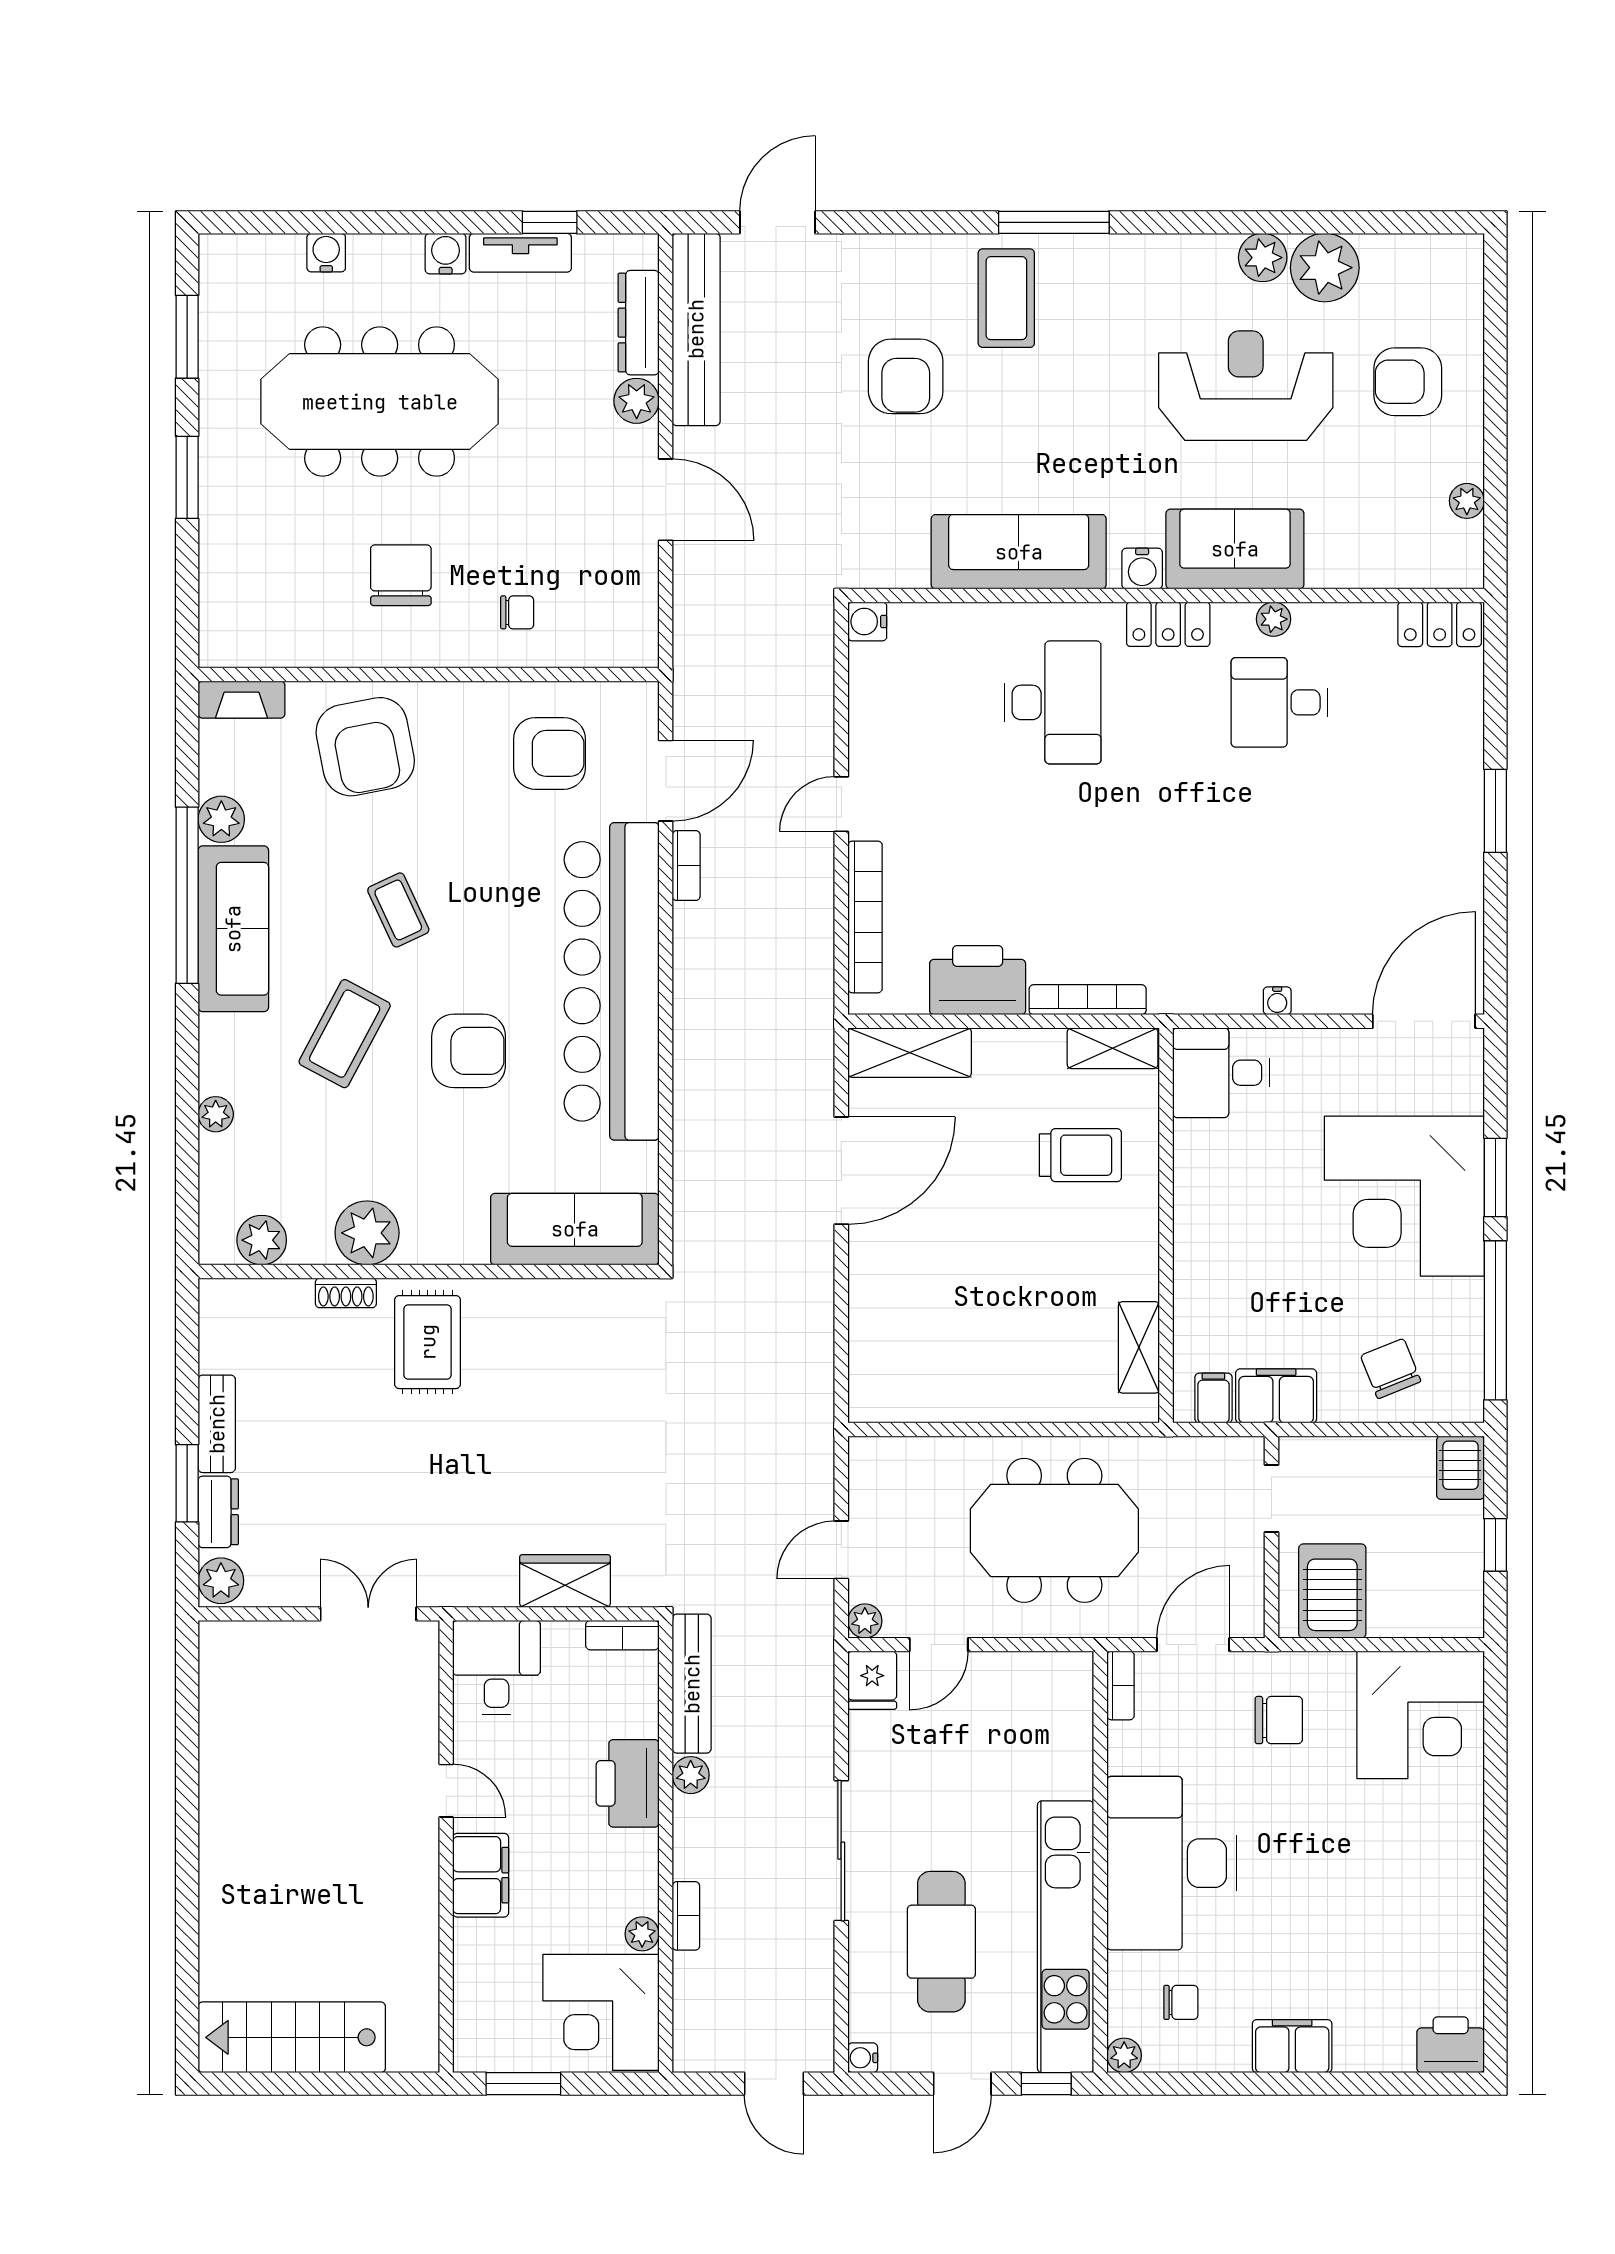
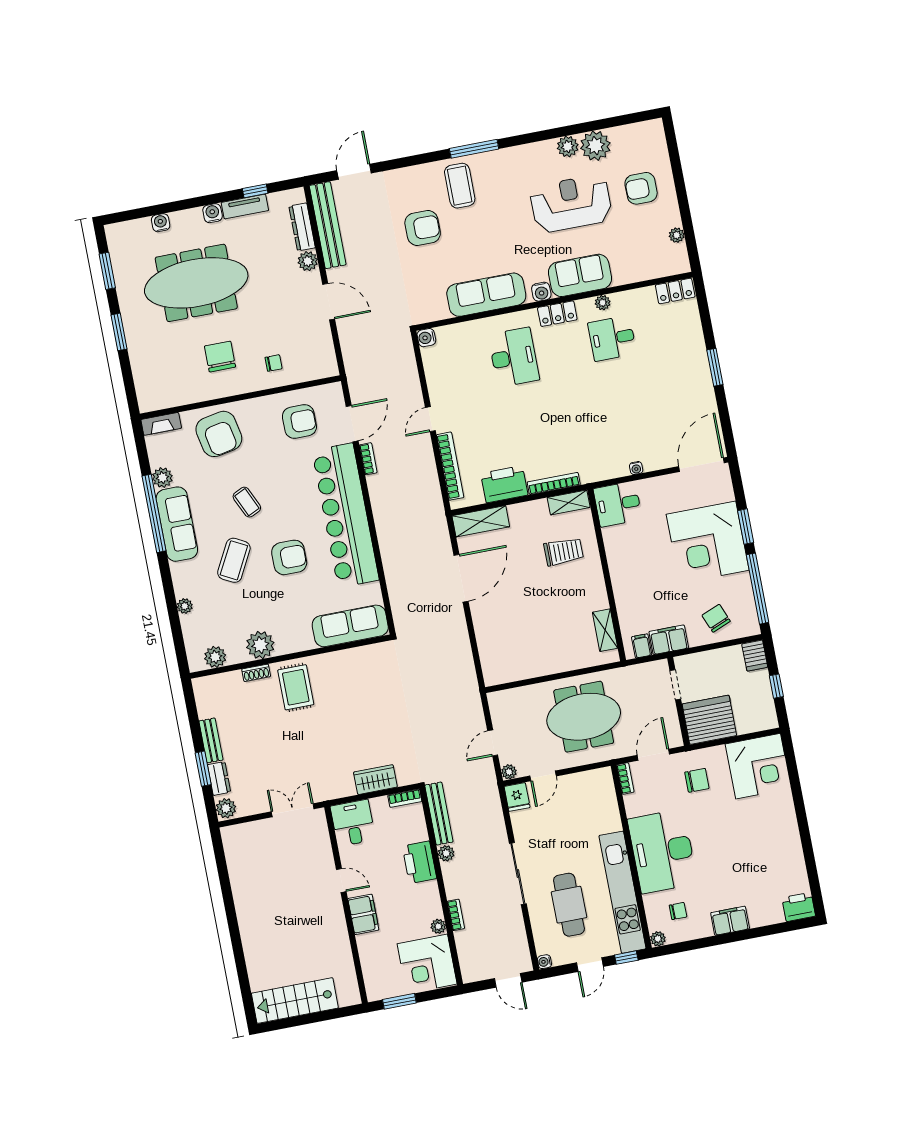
armchair: (906, 376) -> (423, 228), turned -90
server rack: (1332, 1591) -> (709, 720), width x1.60

